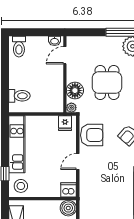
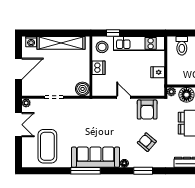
fridge: (65, 123) -> (158, 72), moved
dishwasher: (69, 190) -> (99, 68), moved

